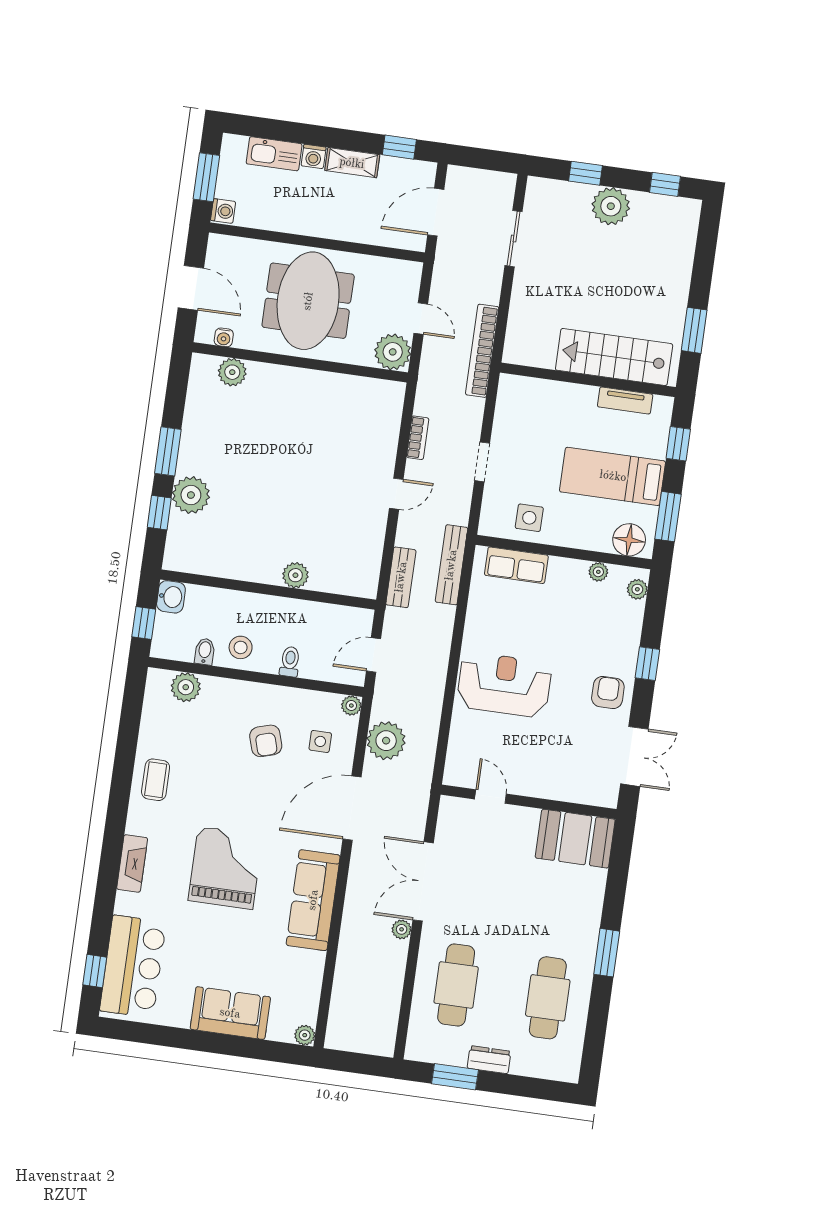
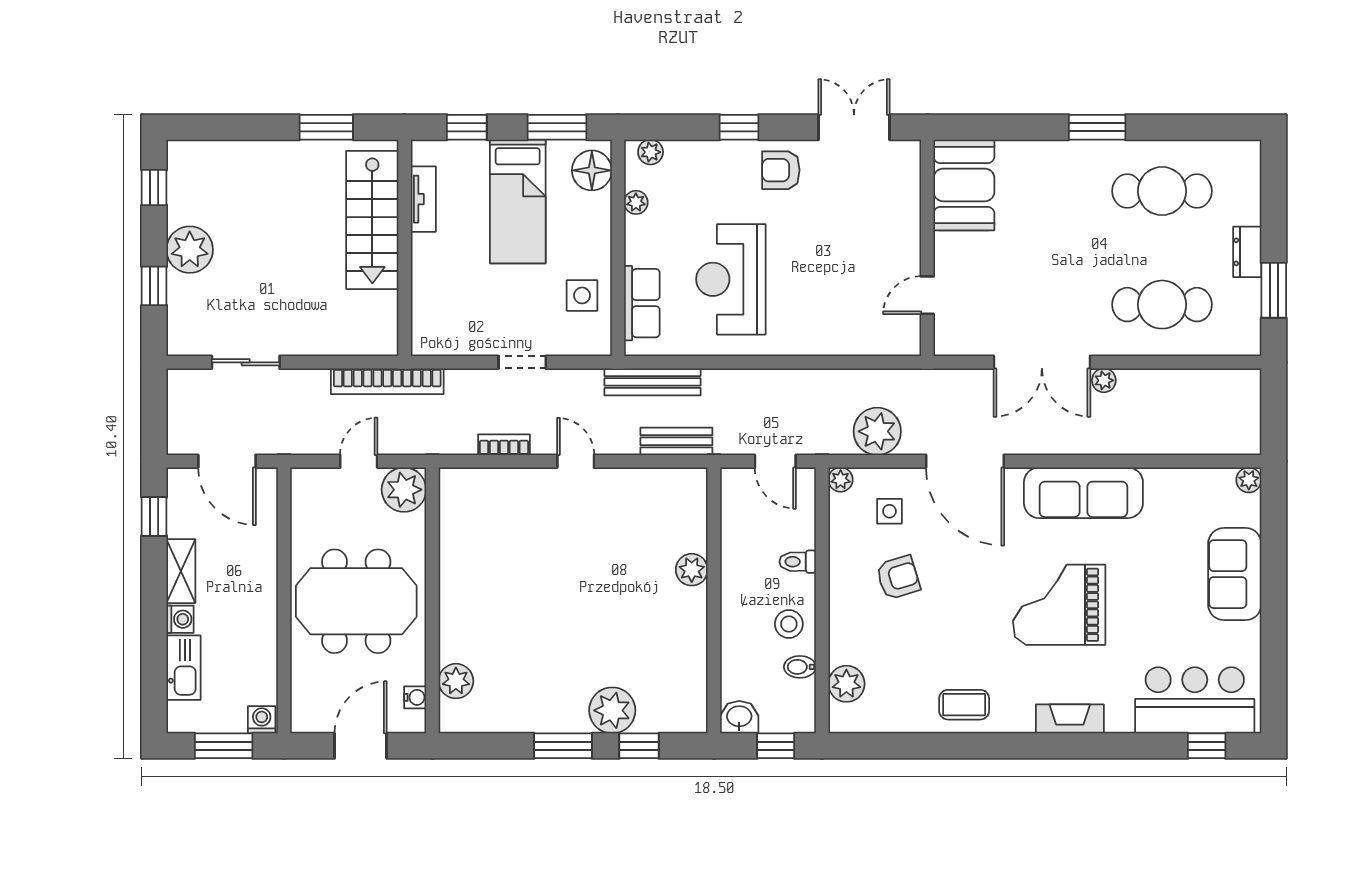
reception desk: (504, 685) -> (731, 279), moved

